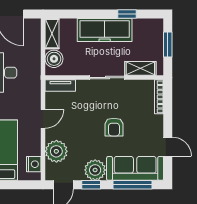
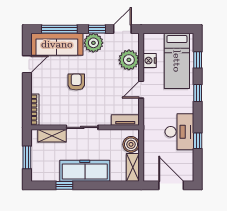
door: (168, 147) -> (27, 64), swing flipped
nightstand: (34, 164) -> (150, 61), moved

